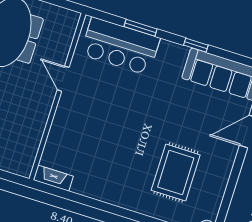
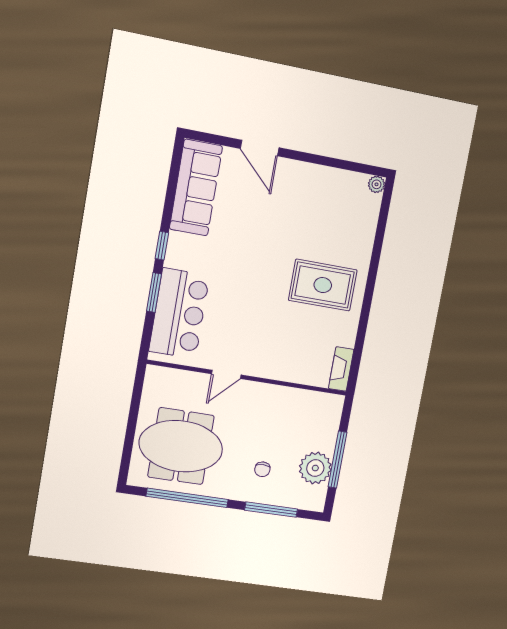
window: (196, 45) -> (162, 246), moved
rug: (176, 173) -> (323, 285), moved

